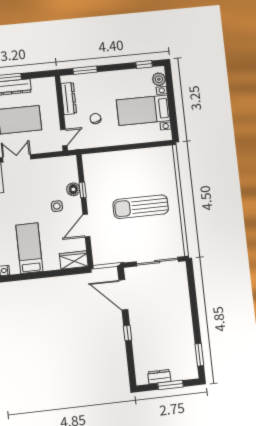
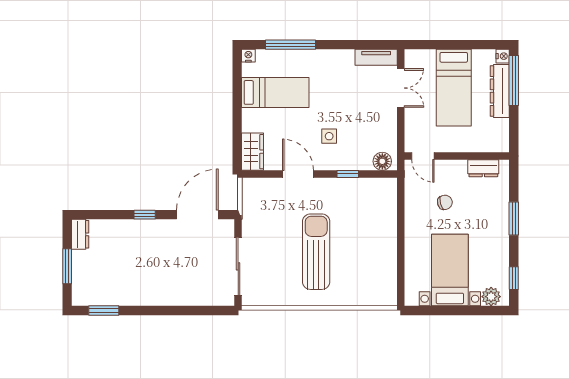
window: (85, 70) -> (514, 219), moved
dresser: (69, 98) -> (483, 168), width x0.70
floor lamp: (73, 189) -> (382, 161), moved
dresser: (159, 377) -> (80, 234), moved

